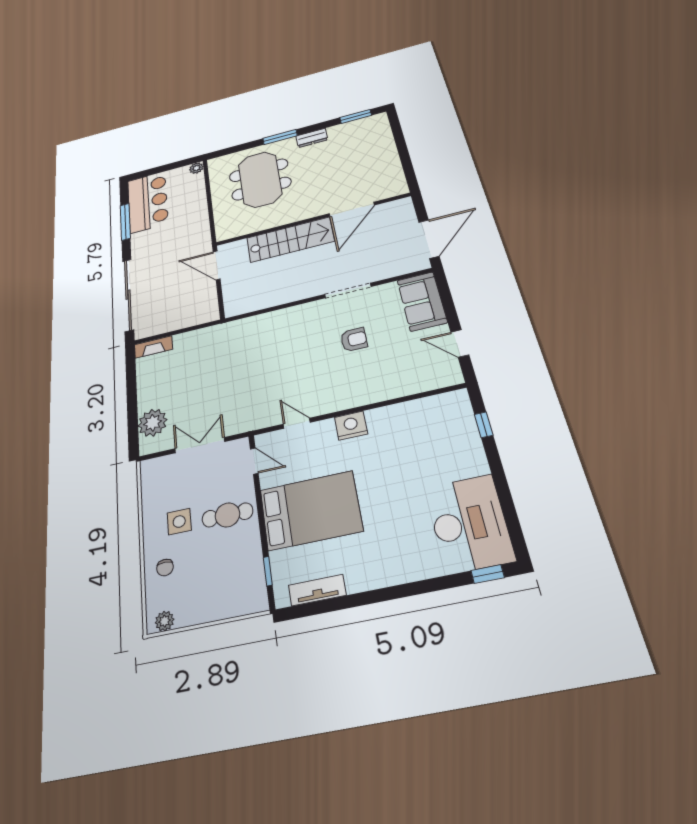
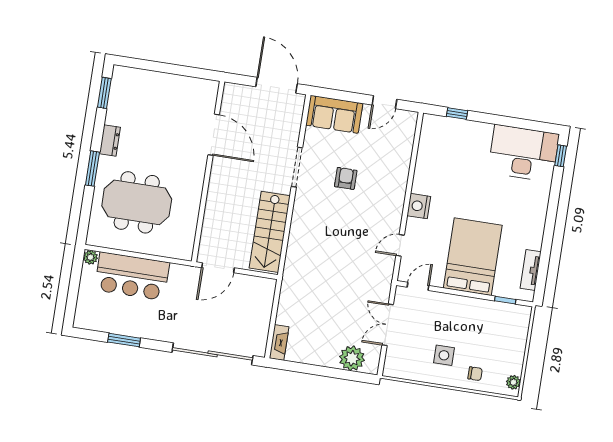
bar counter: (148, 202) -> (132, 276), moved, turned 180
window: (125, 222) -> (124, 340), width x0.69
stairs: (290, 240) -> (270, 232), moved, turned 180
cafe table: (227, 515) -> (453, 318), removed

